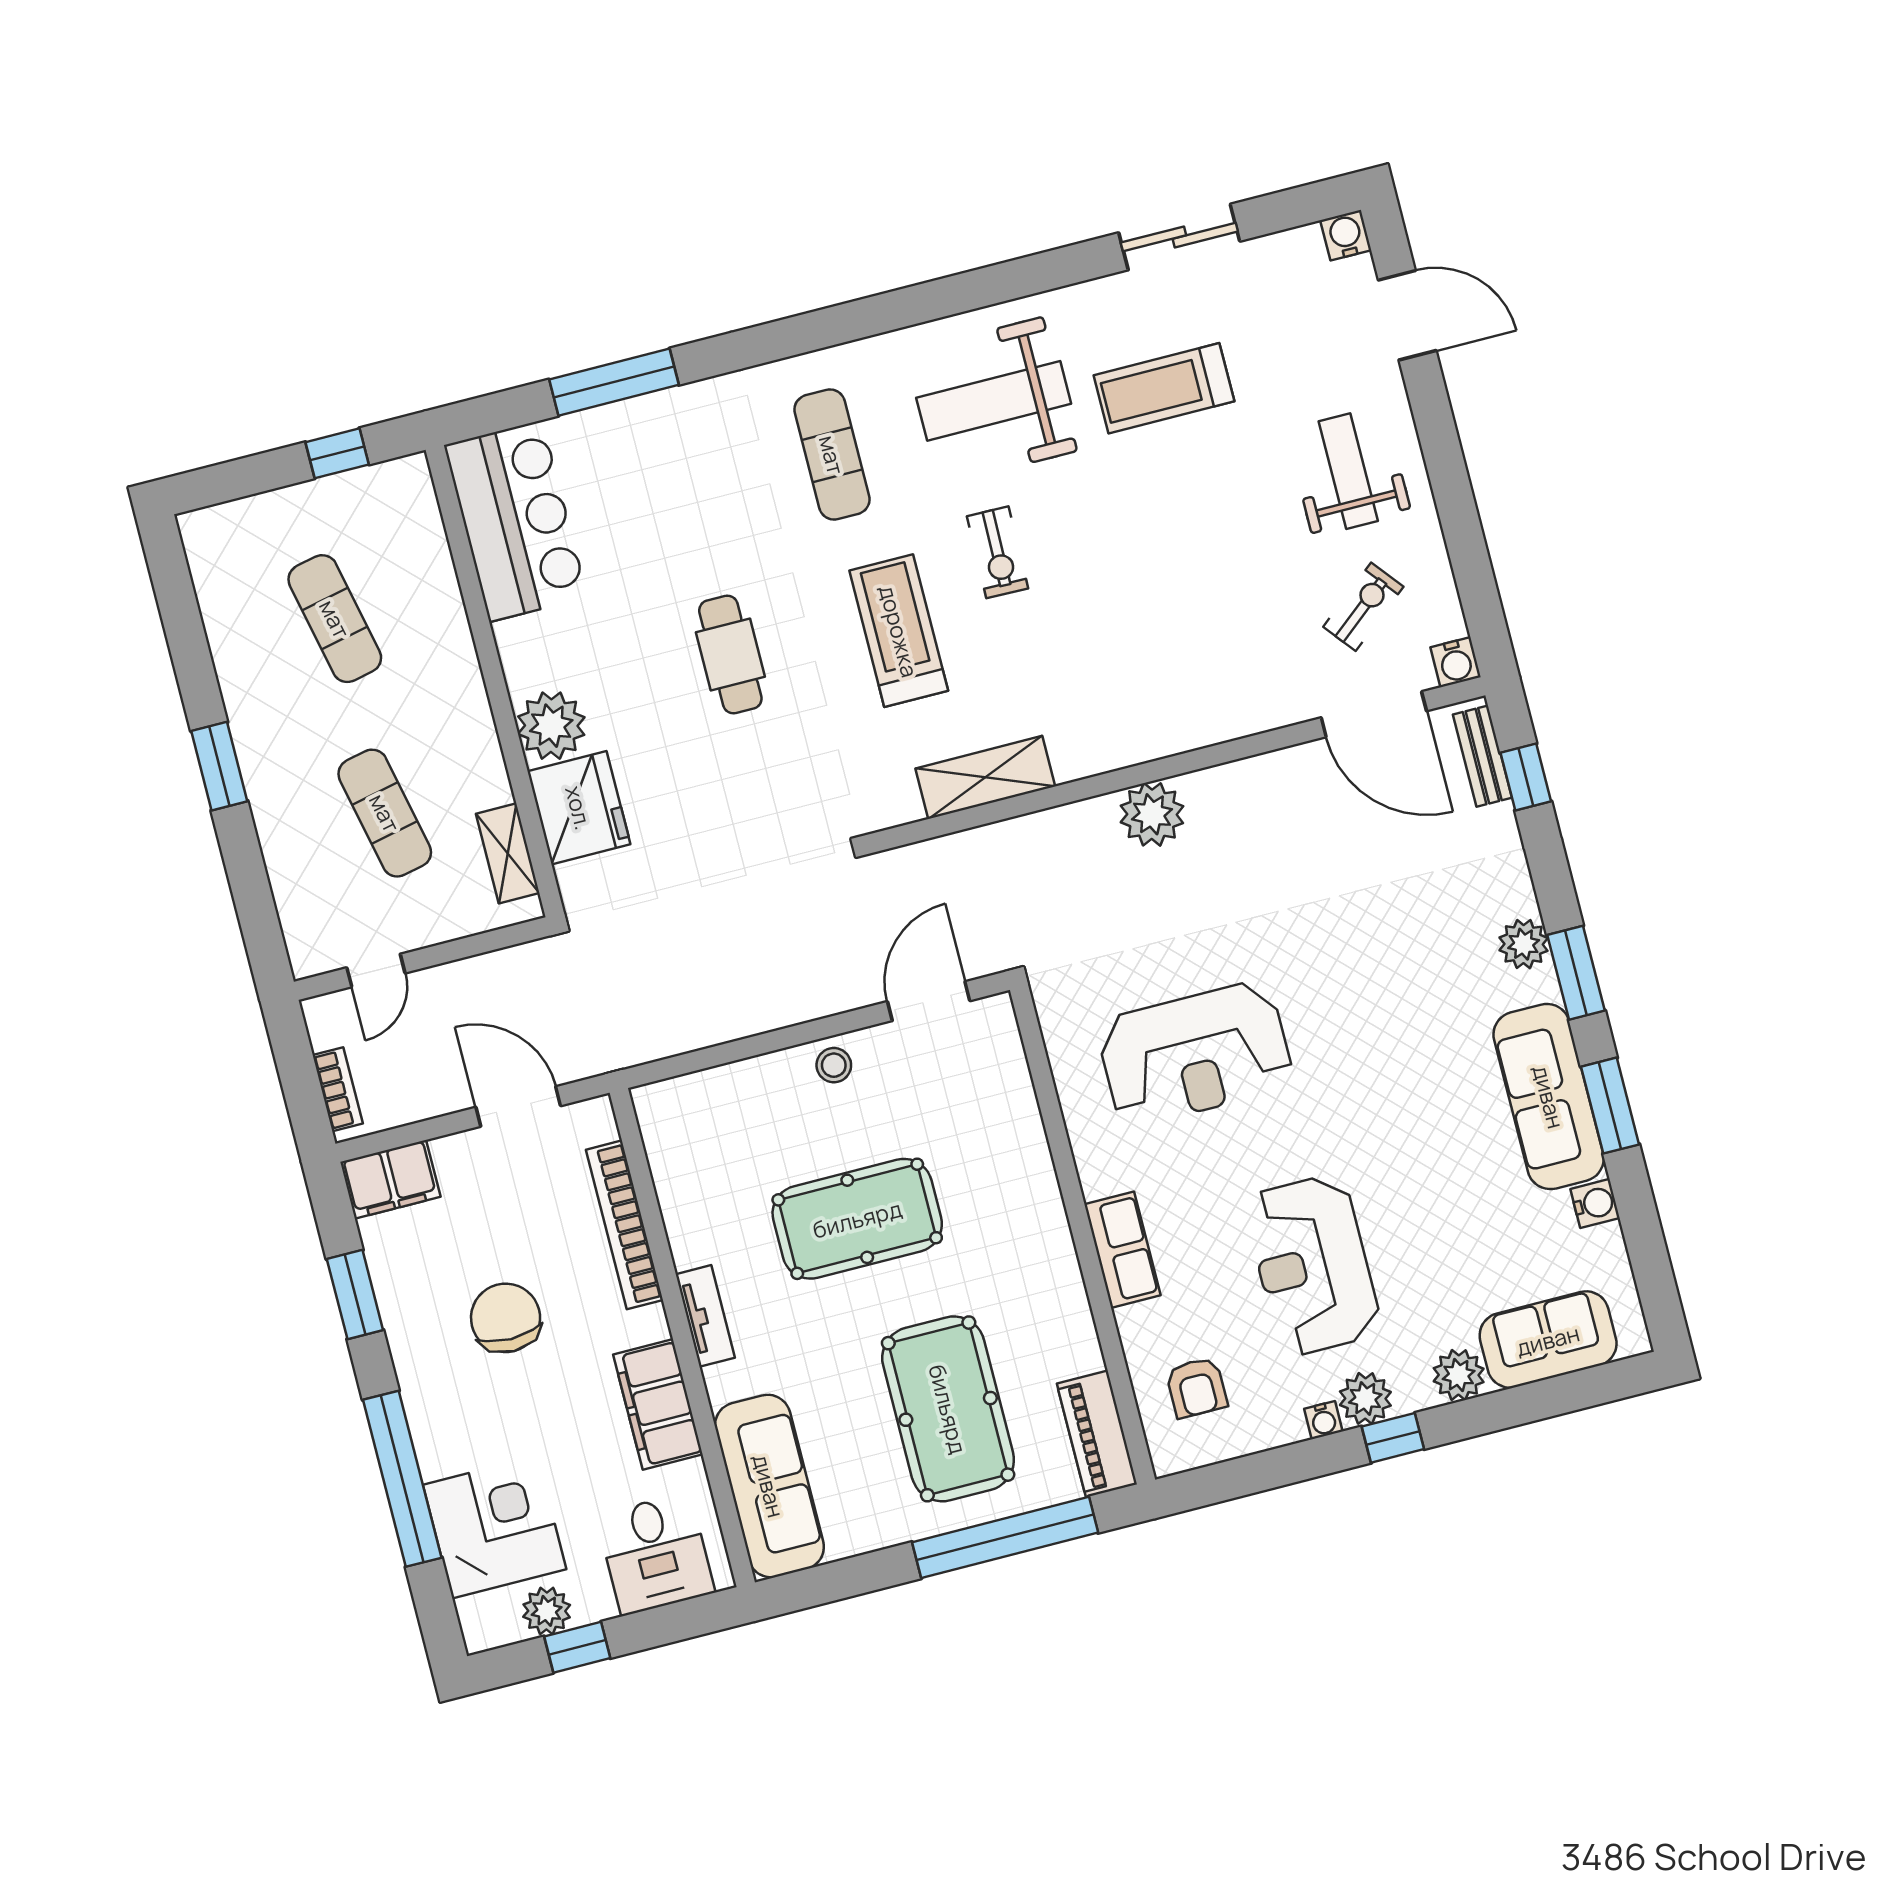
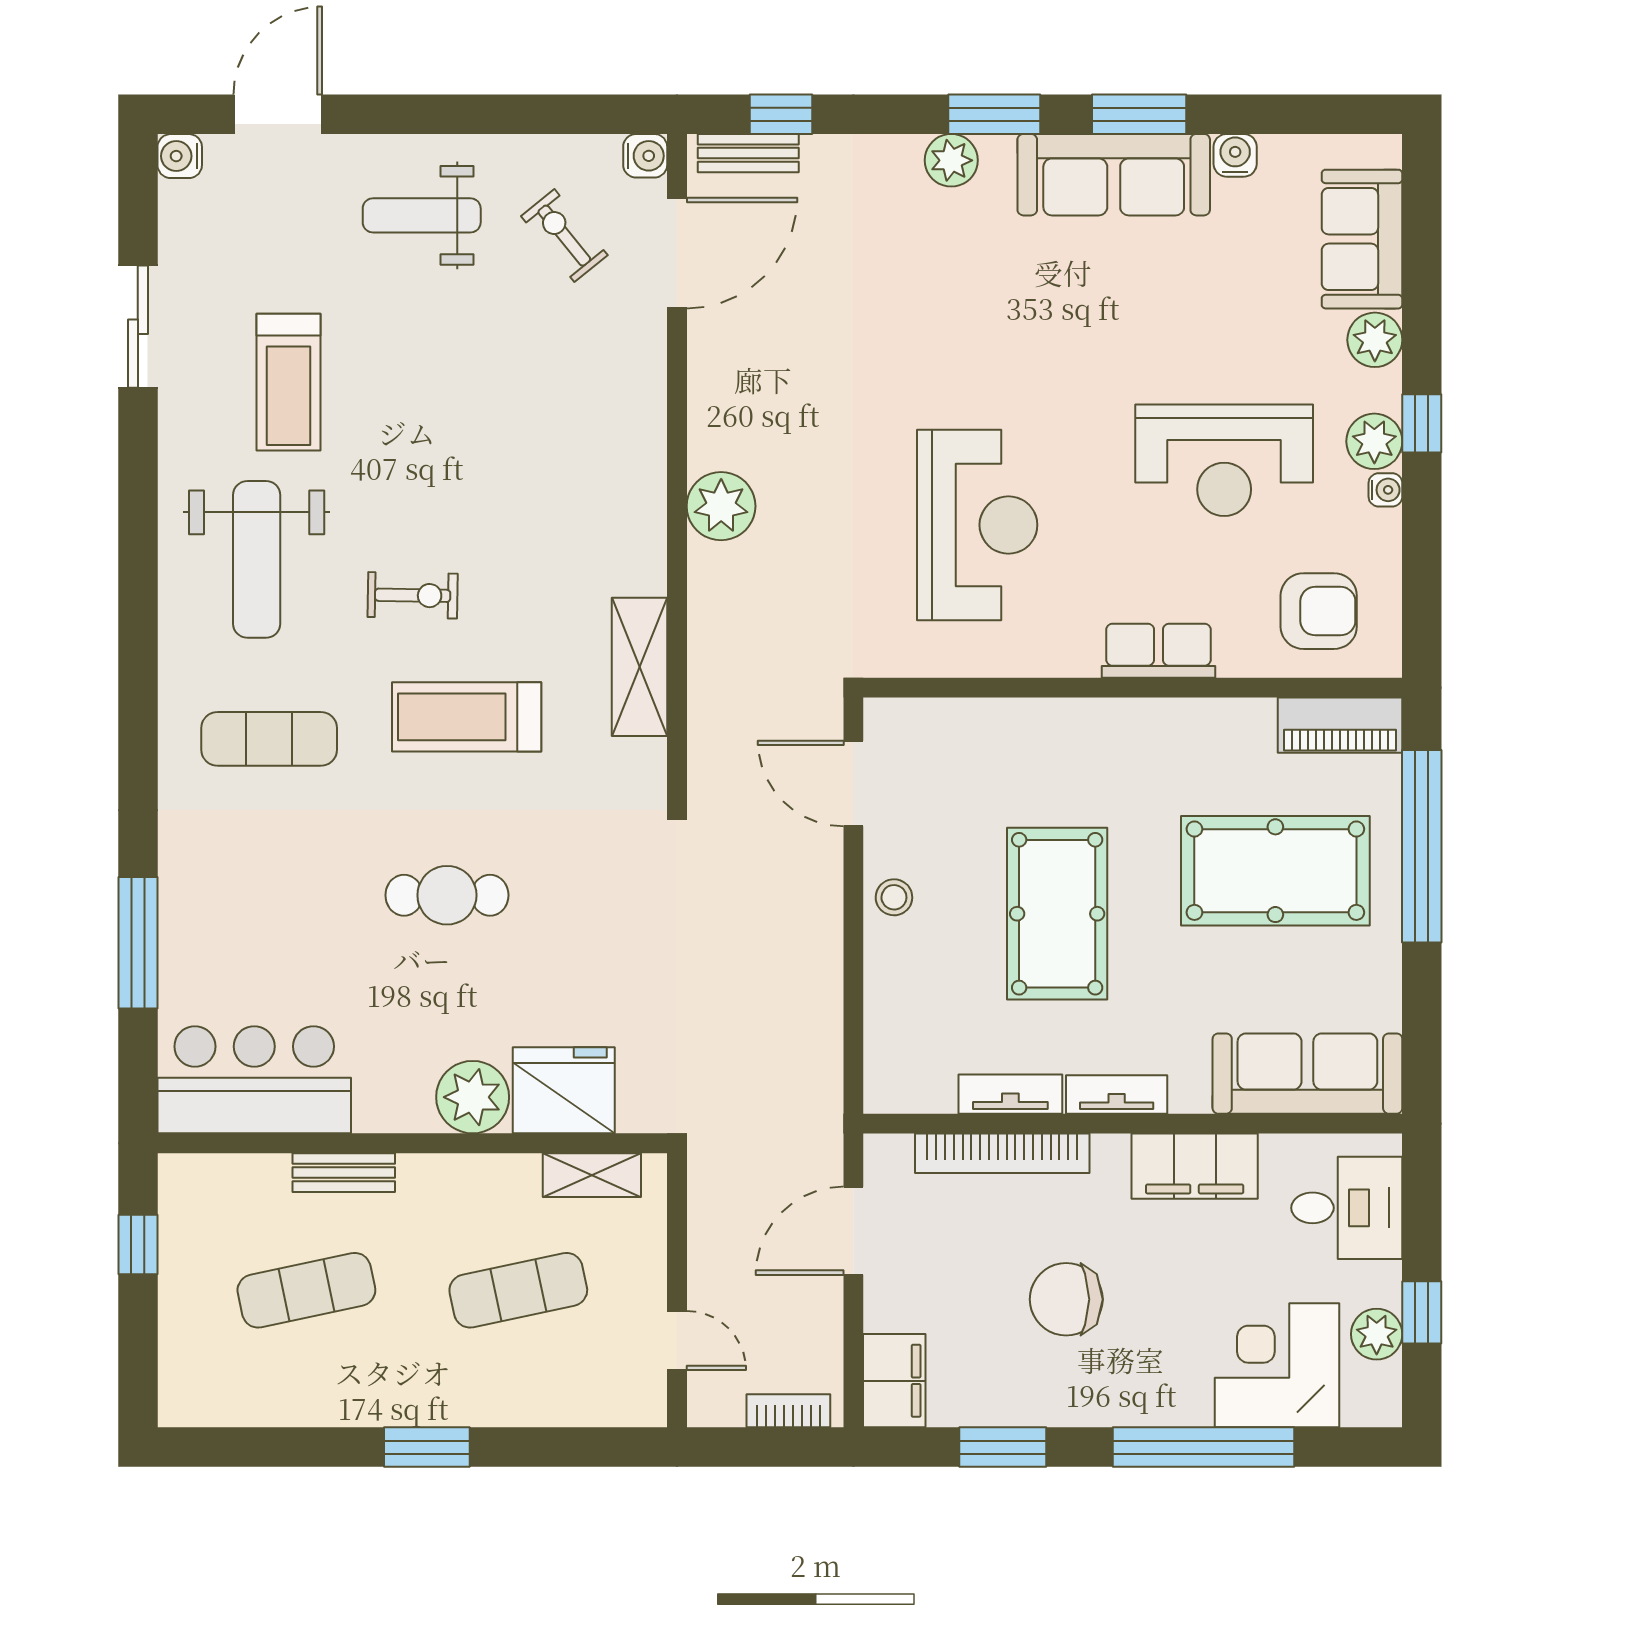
bench: (452, 625) -> (344, 1173), added
tv unit: (681, 1218) -> (1010, 1094), added
armchair: (1196, 1387) -> (1319, 611), width x1.38, depth x1.38

